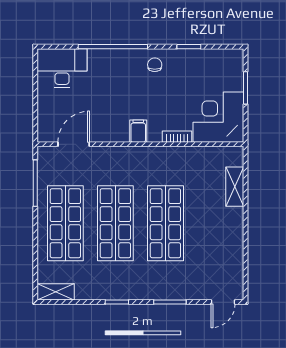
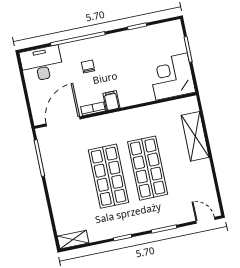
chair: (155, 65) -> (88, 67), moved
bookcase: (177, 137) -> (93, 109), moved
door: (74, 144) -> (63, 121), width x1.36
shelving: (235, 187) -> (195, 136), width x1.50, depth x1.33
shop shelf: (65, 223) -> (69, 184), removed
door: (223, 302) -> (205, 220), swing flipped

